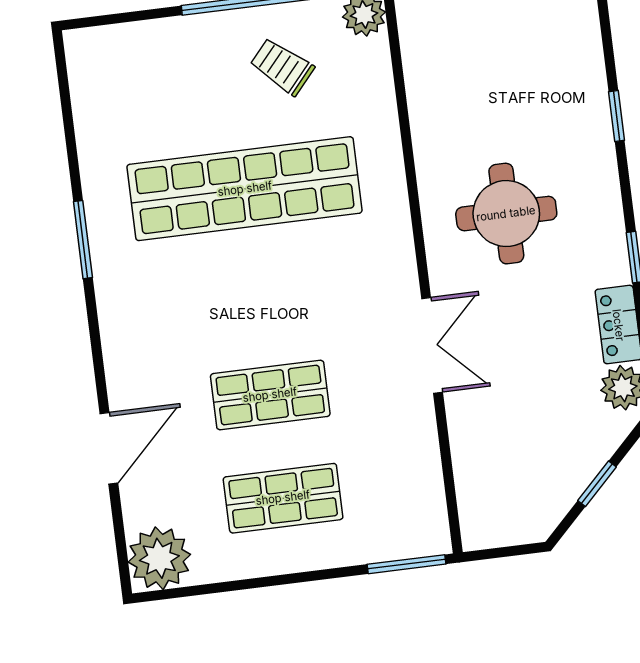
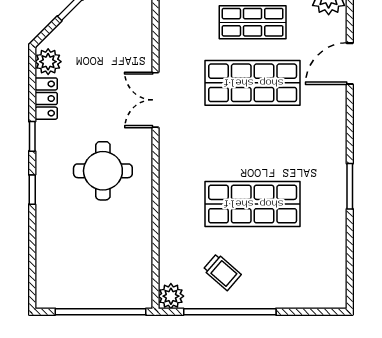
window: (617, 116) -> (32, 190), moved
shop shelf: (245, 189) -> (253, 204), width x0.71
shop shelf: (270, 395) -> (253, 83), width x1.43, depth x1.36

